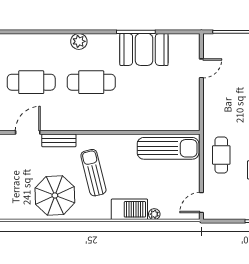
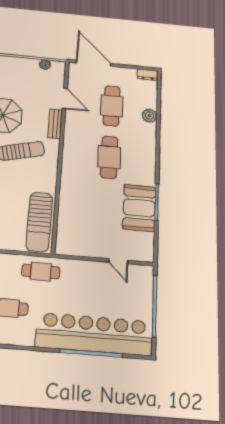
plant: (79, 41) -> (149, 116), moved
cafe table: (221, 155) -> (41, 271), moved

